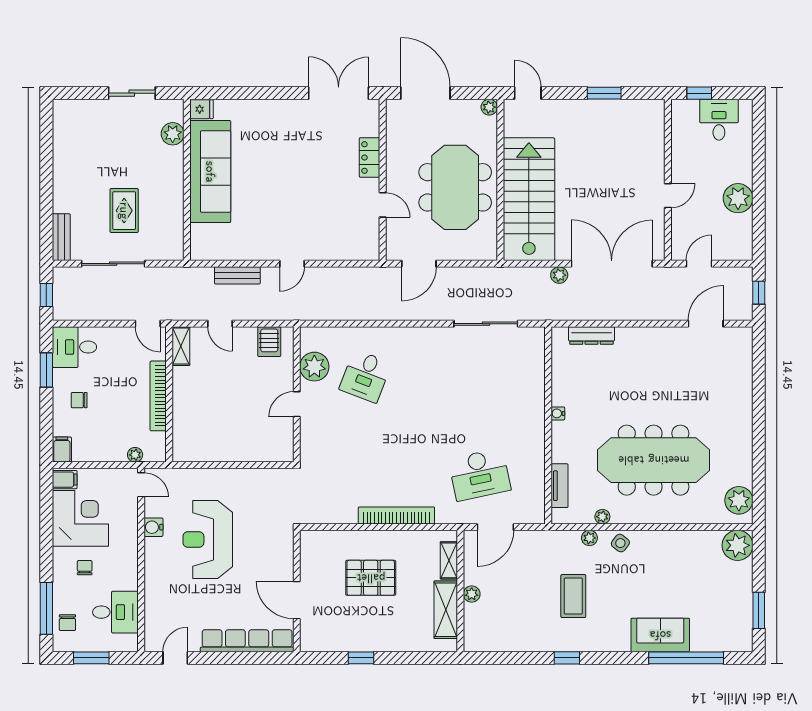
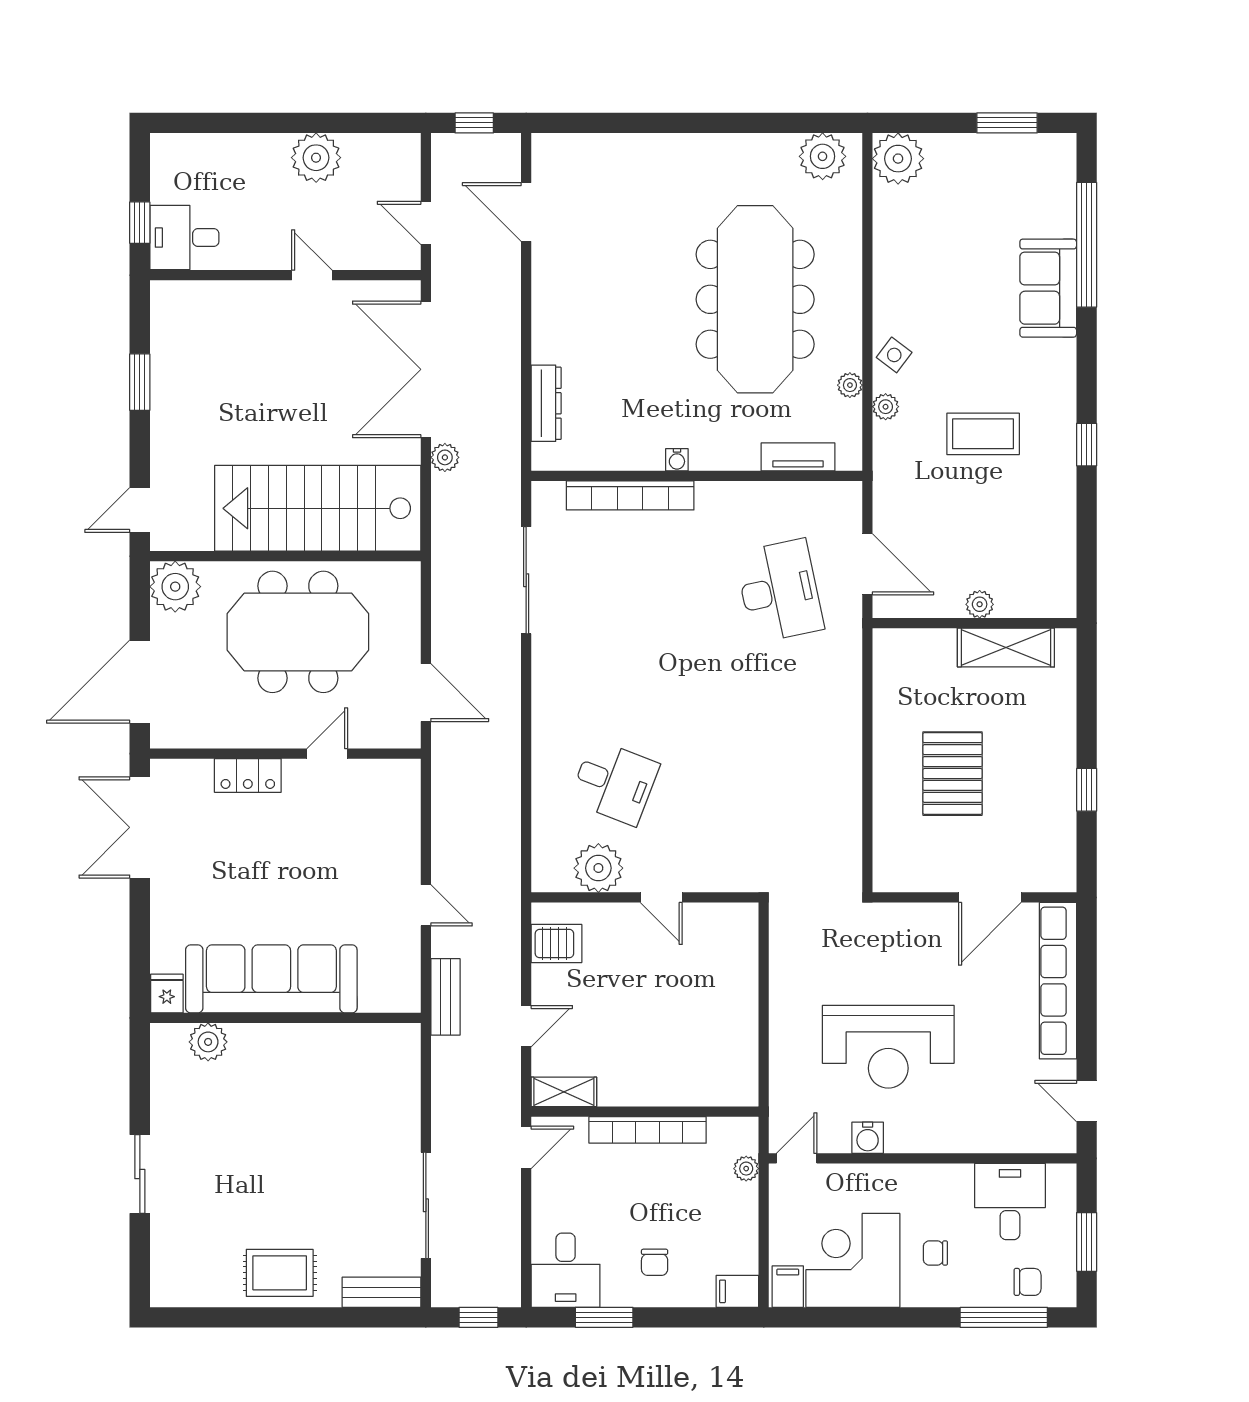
plant: (489, 107) -> (175, 587), width x1.88, depth x1.88
fridge: (202, 109) -> (167, 994), moved
desk: (719, 120) -> (184, 238), moved
plant: (173, 134) -> (208, 1042), moved
sofa: (210, 172) -> (271, 979), moved
wall: (187, 180) -> (285, 1018), moved
rug: (124, 211) -> (280, 1273), moved
bookcase: (396, 515) -> (630, 495), moved, turned -90
shelving: (449, 560) -> (923, 642), removed

